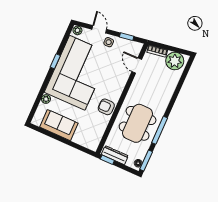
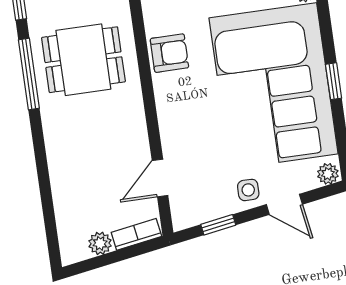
plant: (175, 61) -> (100, 243), width x0.53, depth x0.53
door: (137, 66) -> (160, 178), swing flipped
dining table: (138, 123) -> (83, 60), width x0.73

